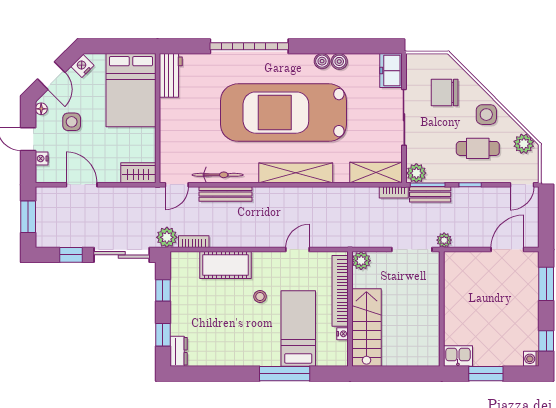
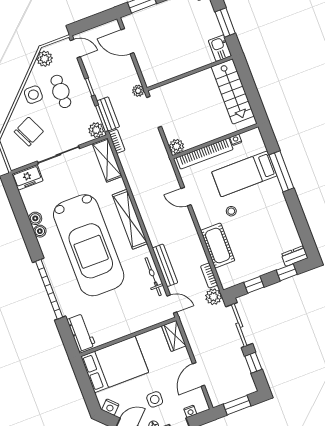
workbench: (171, 75) -> (81, 333), moved, turned 90
chair: (445, 93) -> (29, 132), turned -115
stairs: (366, 328) -> (233, 91), moved, turned -90

